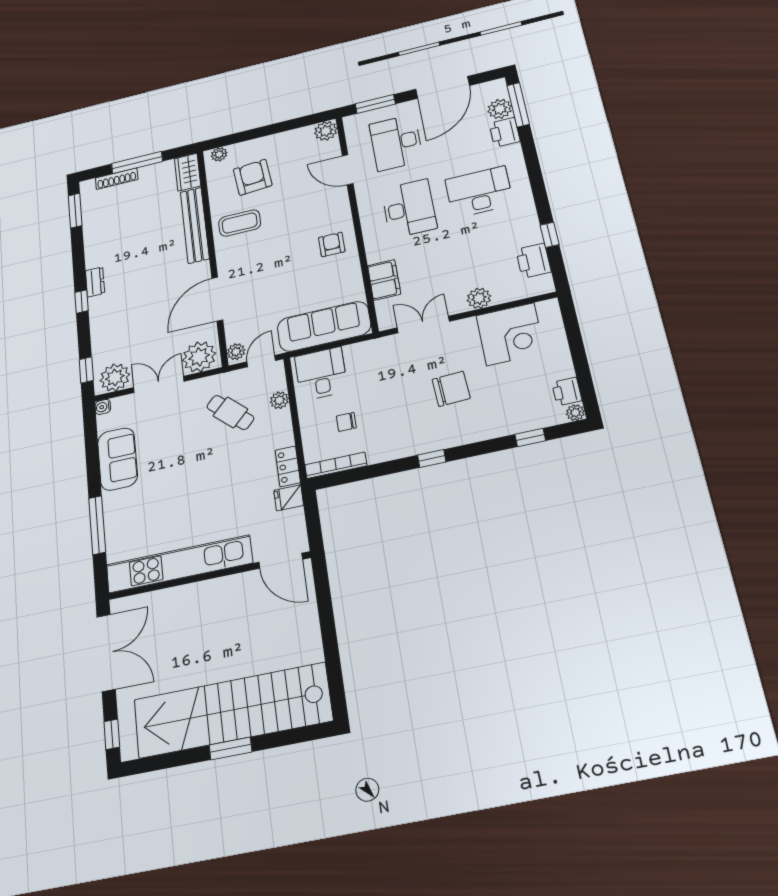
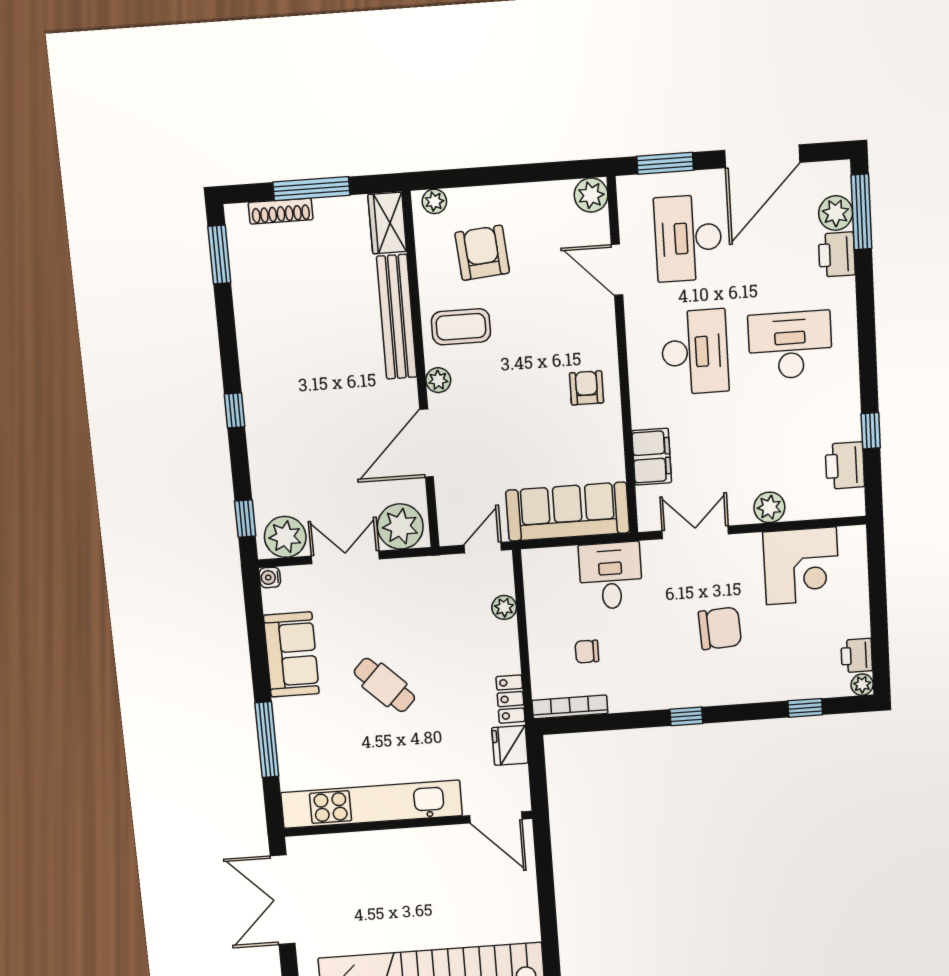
dresser: (95, 282) -> (253, 382), removed
plant: (236, 352) -> (438, 380), moved
desk: (321, 374) -> (611, 576), moved
cafe table: (230, 412) -> (384, 685), moved
fridge: (289, 498) -> (510, 745), width x1.38
double door: (106, 653) -> (283, 900), swing flipped

